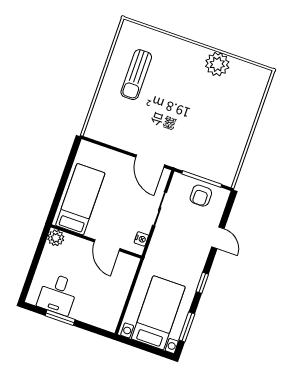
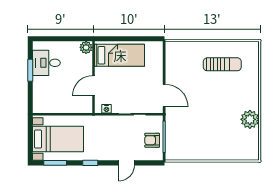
sun lounger: (136, 75) -> (222, 64), turned 180
door: (150, 161) -> (164, 96), swing flipped

